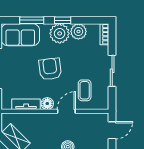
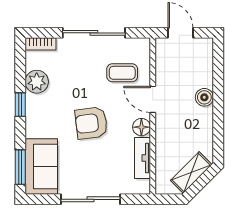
window: (32, 20) -> (20, 167), moved
plant: (60, 33) -> (40, 109), removed
sliding door: (112, 71) -> (94, 33), width x1.37

